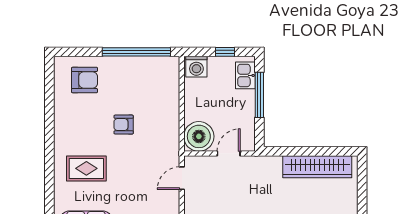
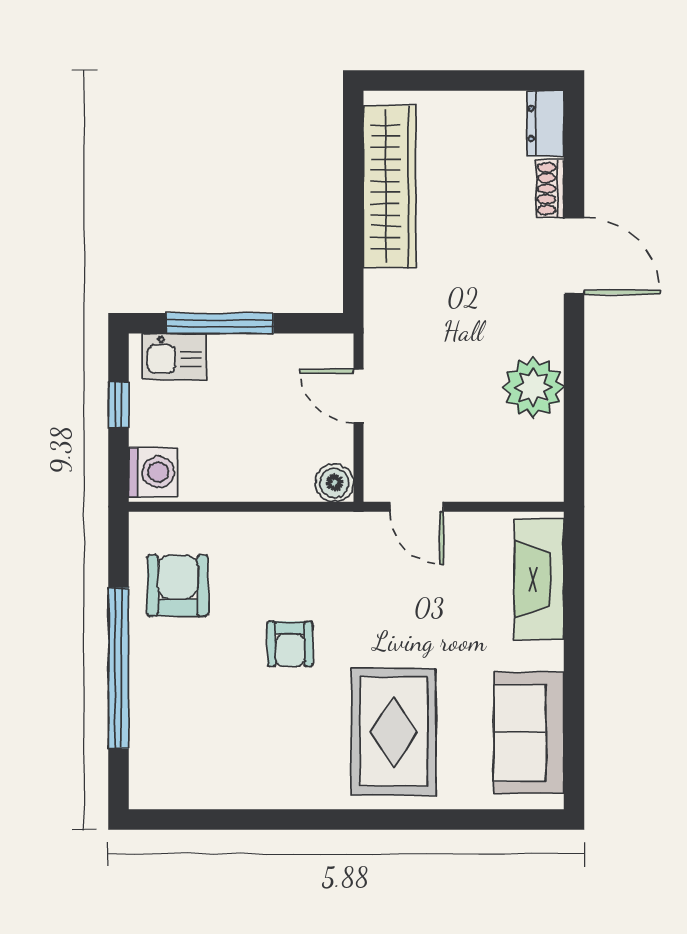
window: (136, 52) -> (118, 668), moved
armchair: (85, 80) -> (178, 585), moved
boiler: (199, 136) -> (335, 483), width x0.54, depth x0.54
rug: (86, 168) -> (394, 732), width x1.36, depth x1.43

